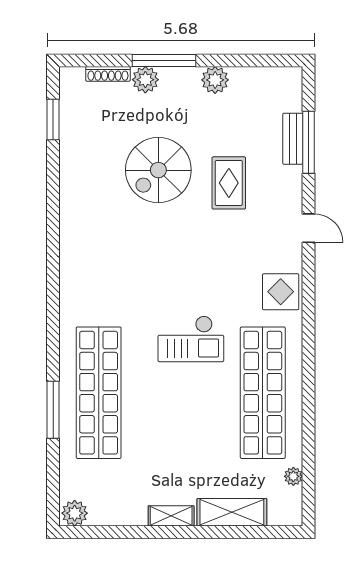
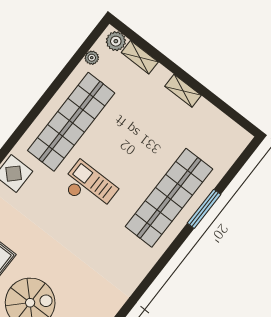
shelving: (232, 512) -> (140, 57), width x0.67, depth x0.75
plant: (75, 513) -> (116, 41), moved

